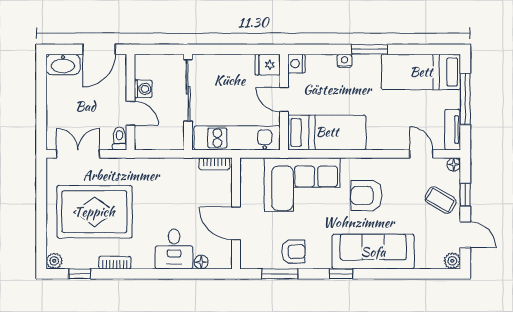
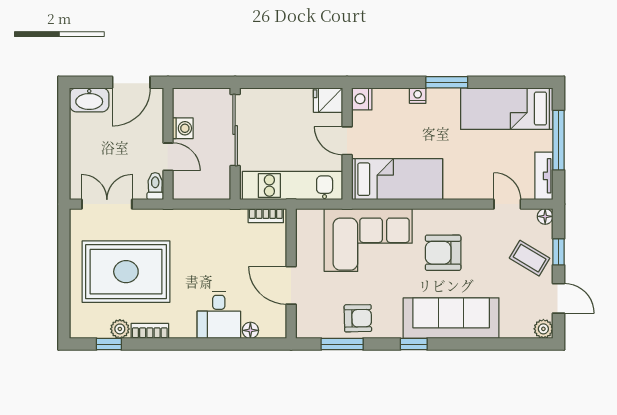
plant: (54, 261) -> (120, 329), moved

